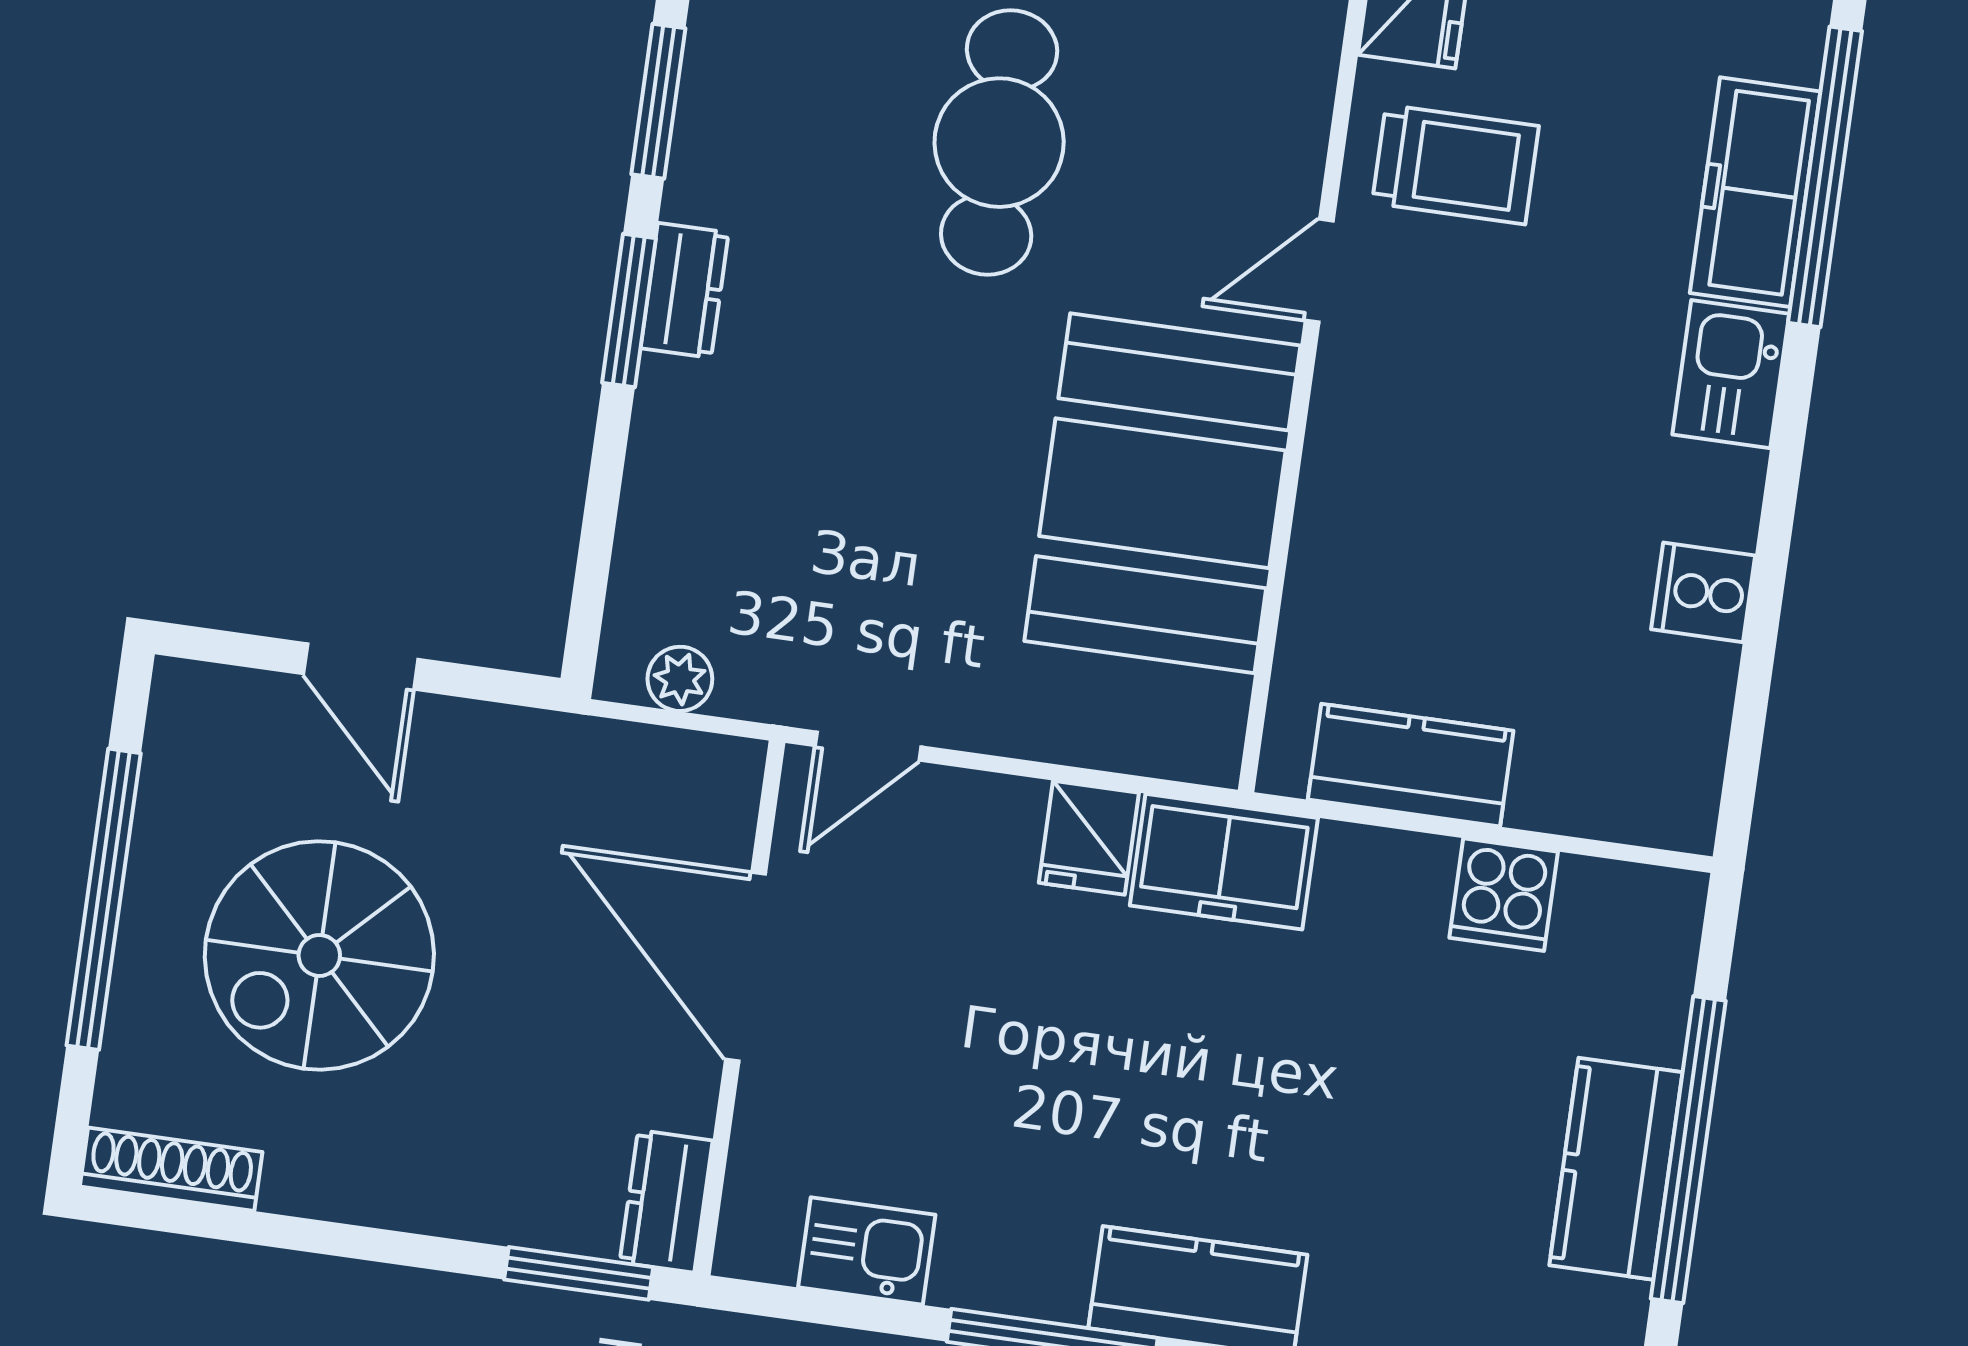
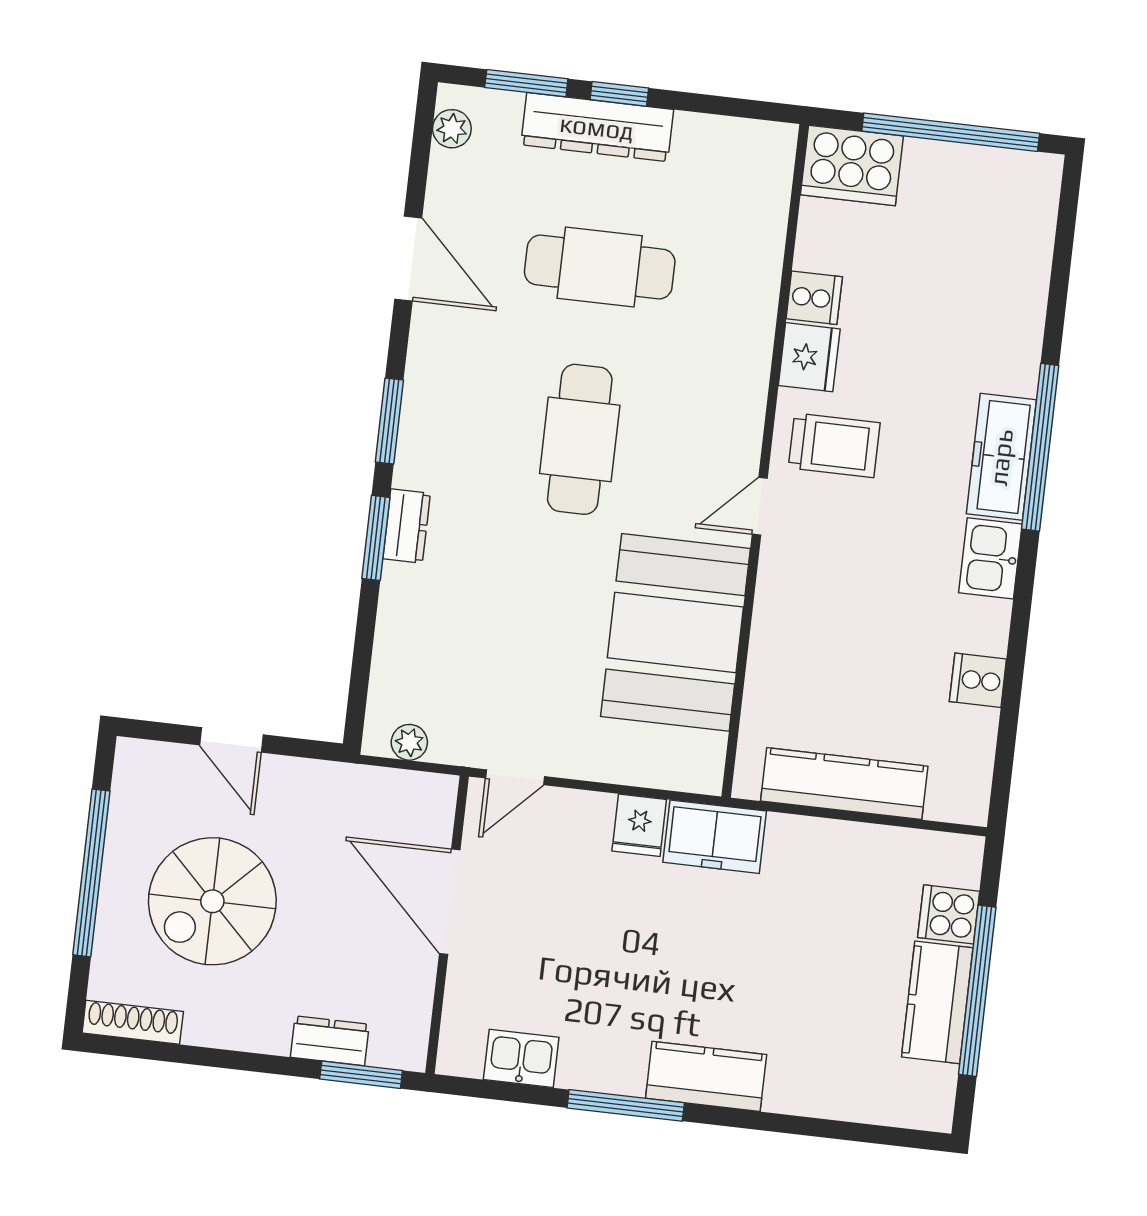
kitchen counter: (1411, 765) -> (844, 784), width x1.50
cooker: (1504, 895) -> (949, 914), moved, turned 90
dresser: (666, 1201) -> (330, 1041), moved, turned 90

